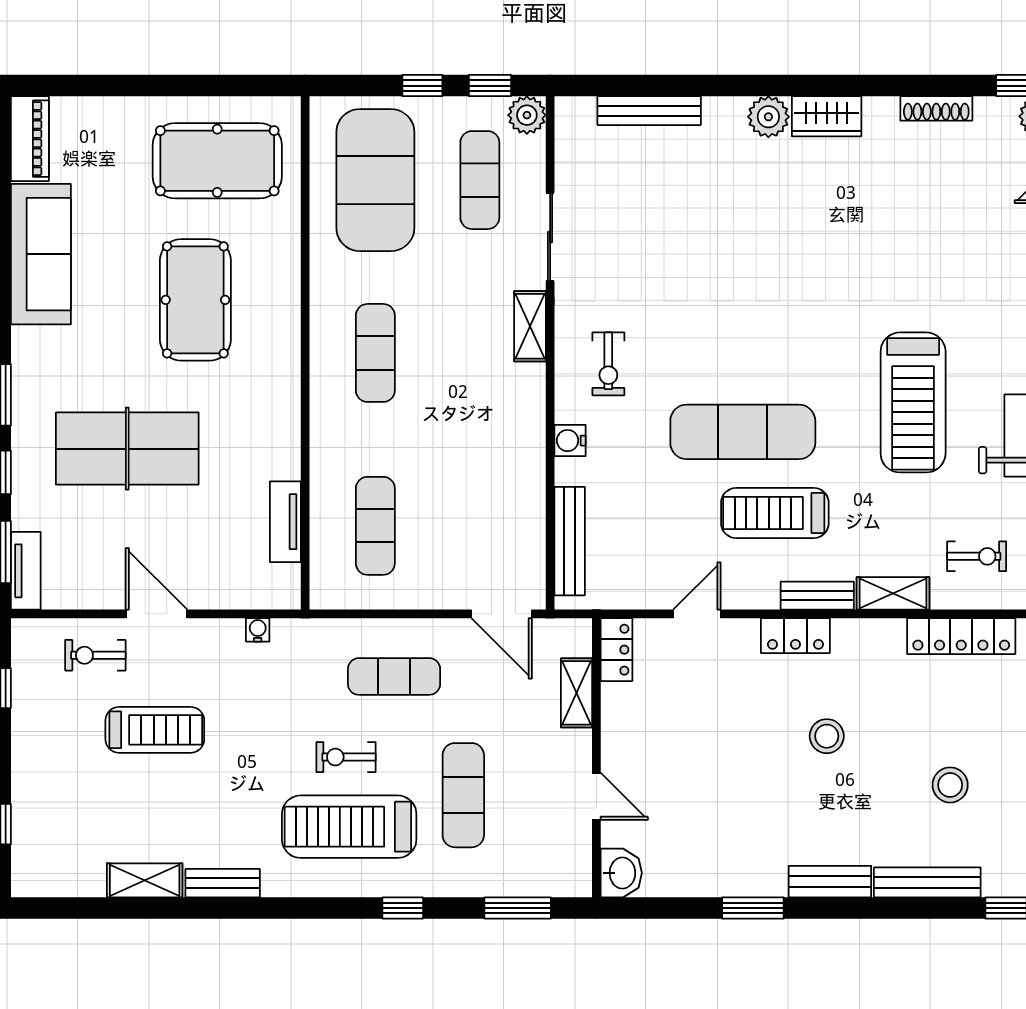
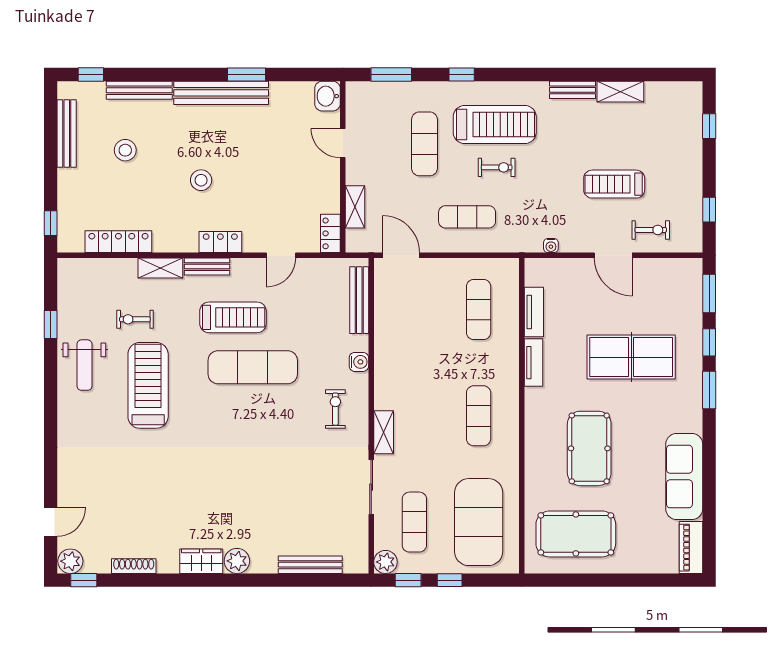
exercise bike: (977, 556) -> (135, 319), moved
tv unit: (26, 571) -> (534, 363), moved, turned 180
bench: (830, 882) -> (221, 93), width x1.86, depth x1.21

